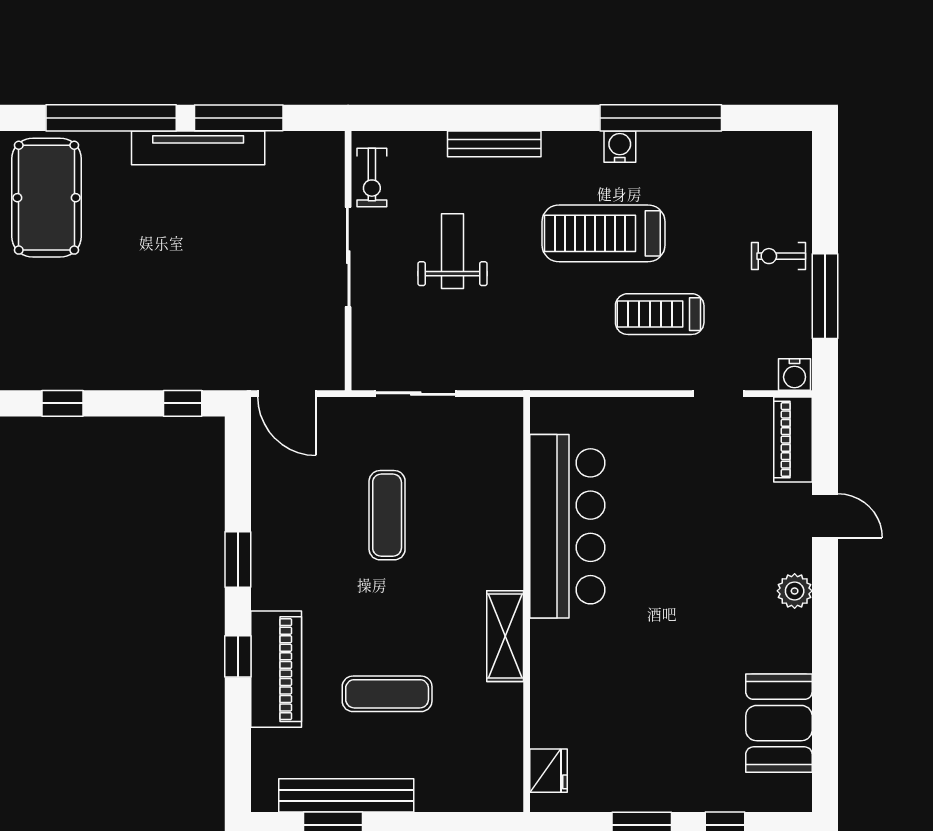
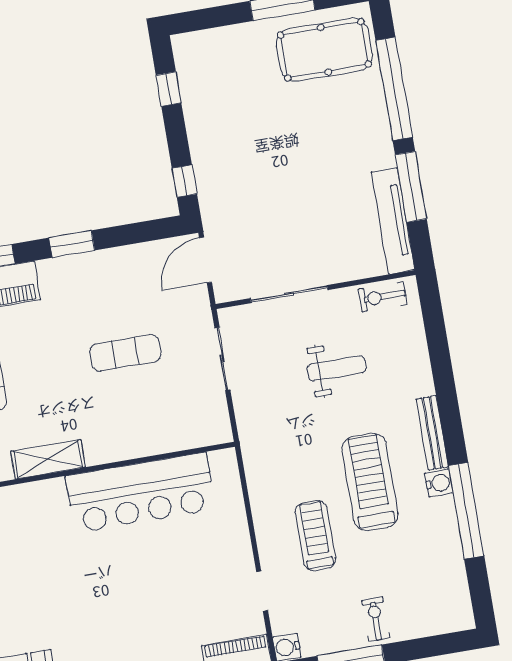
bench: (494, 144) -> (432, 433), moved
tv unit: (198, 148) -> (393, 221), moved
sliding door: (348, 257) -> (289, 294), moved

